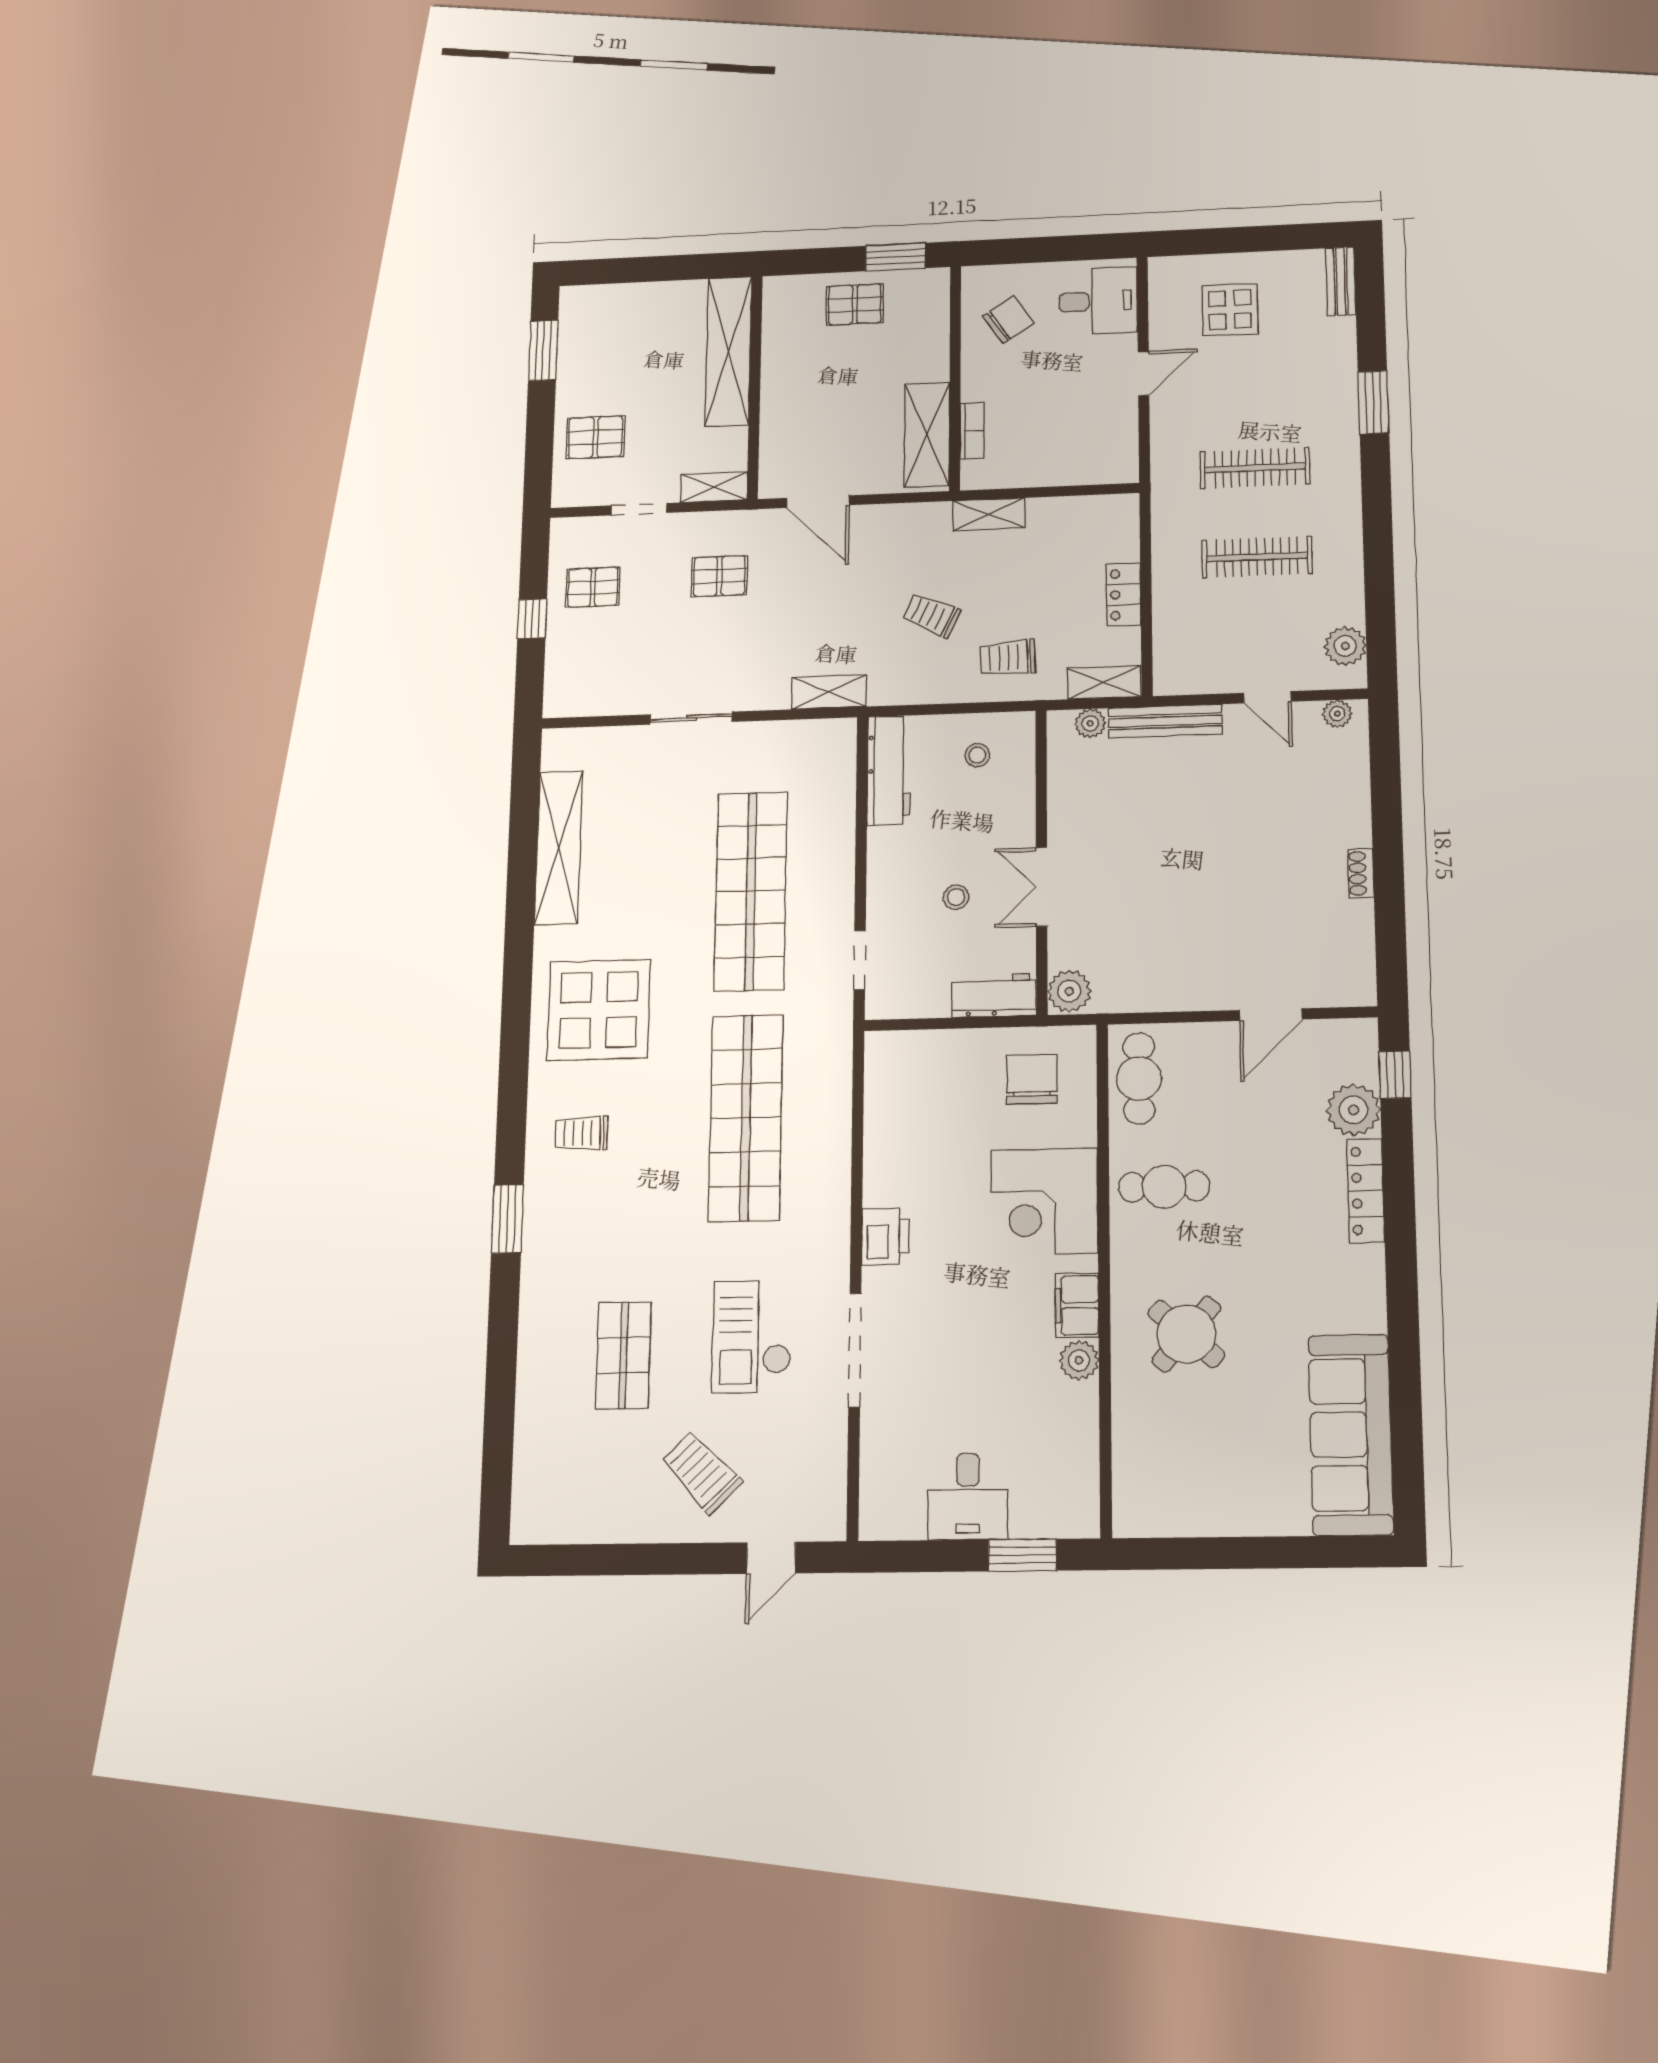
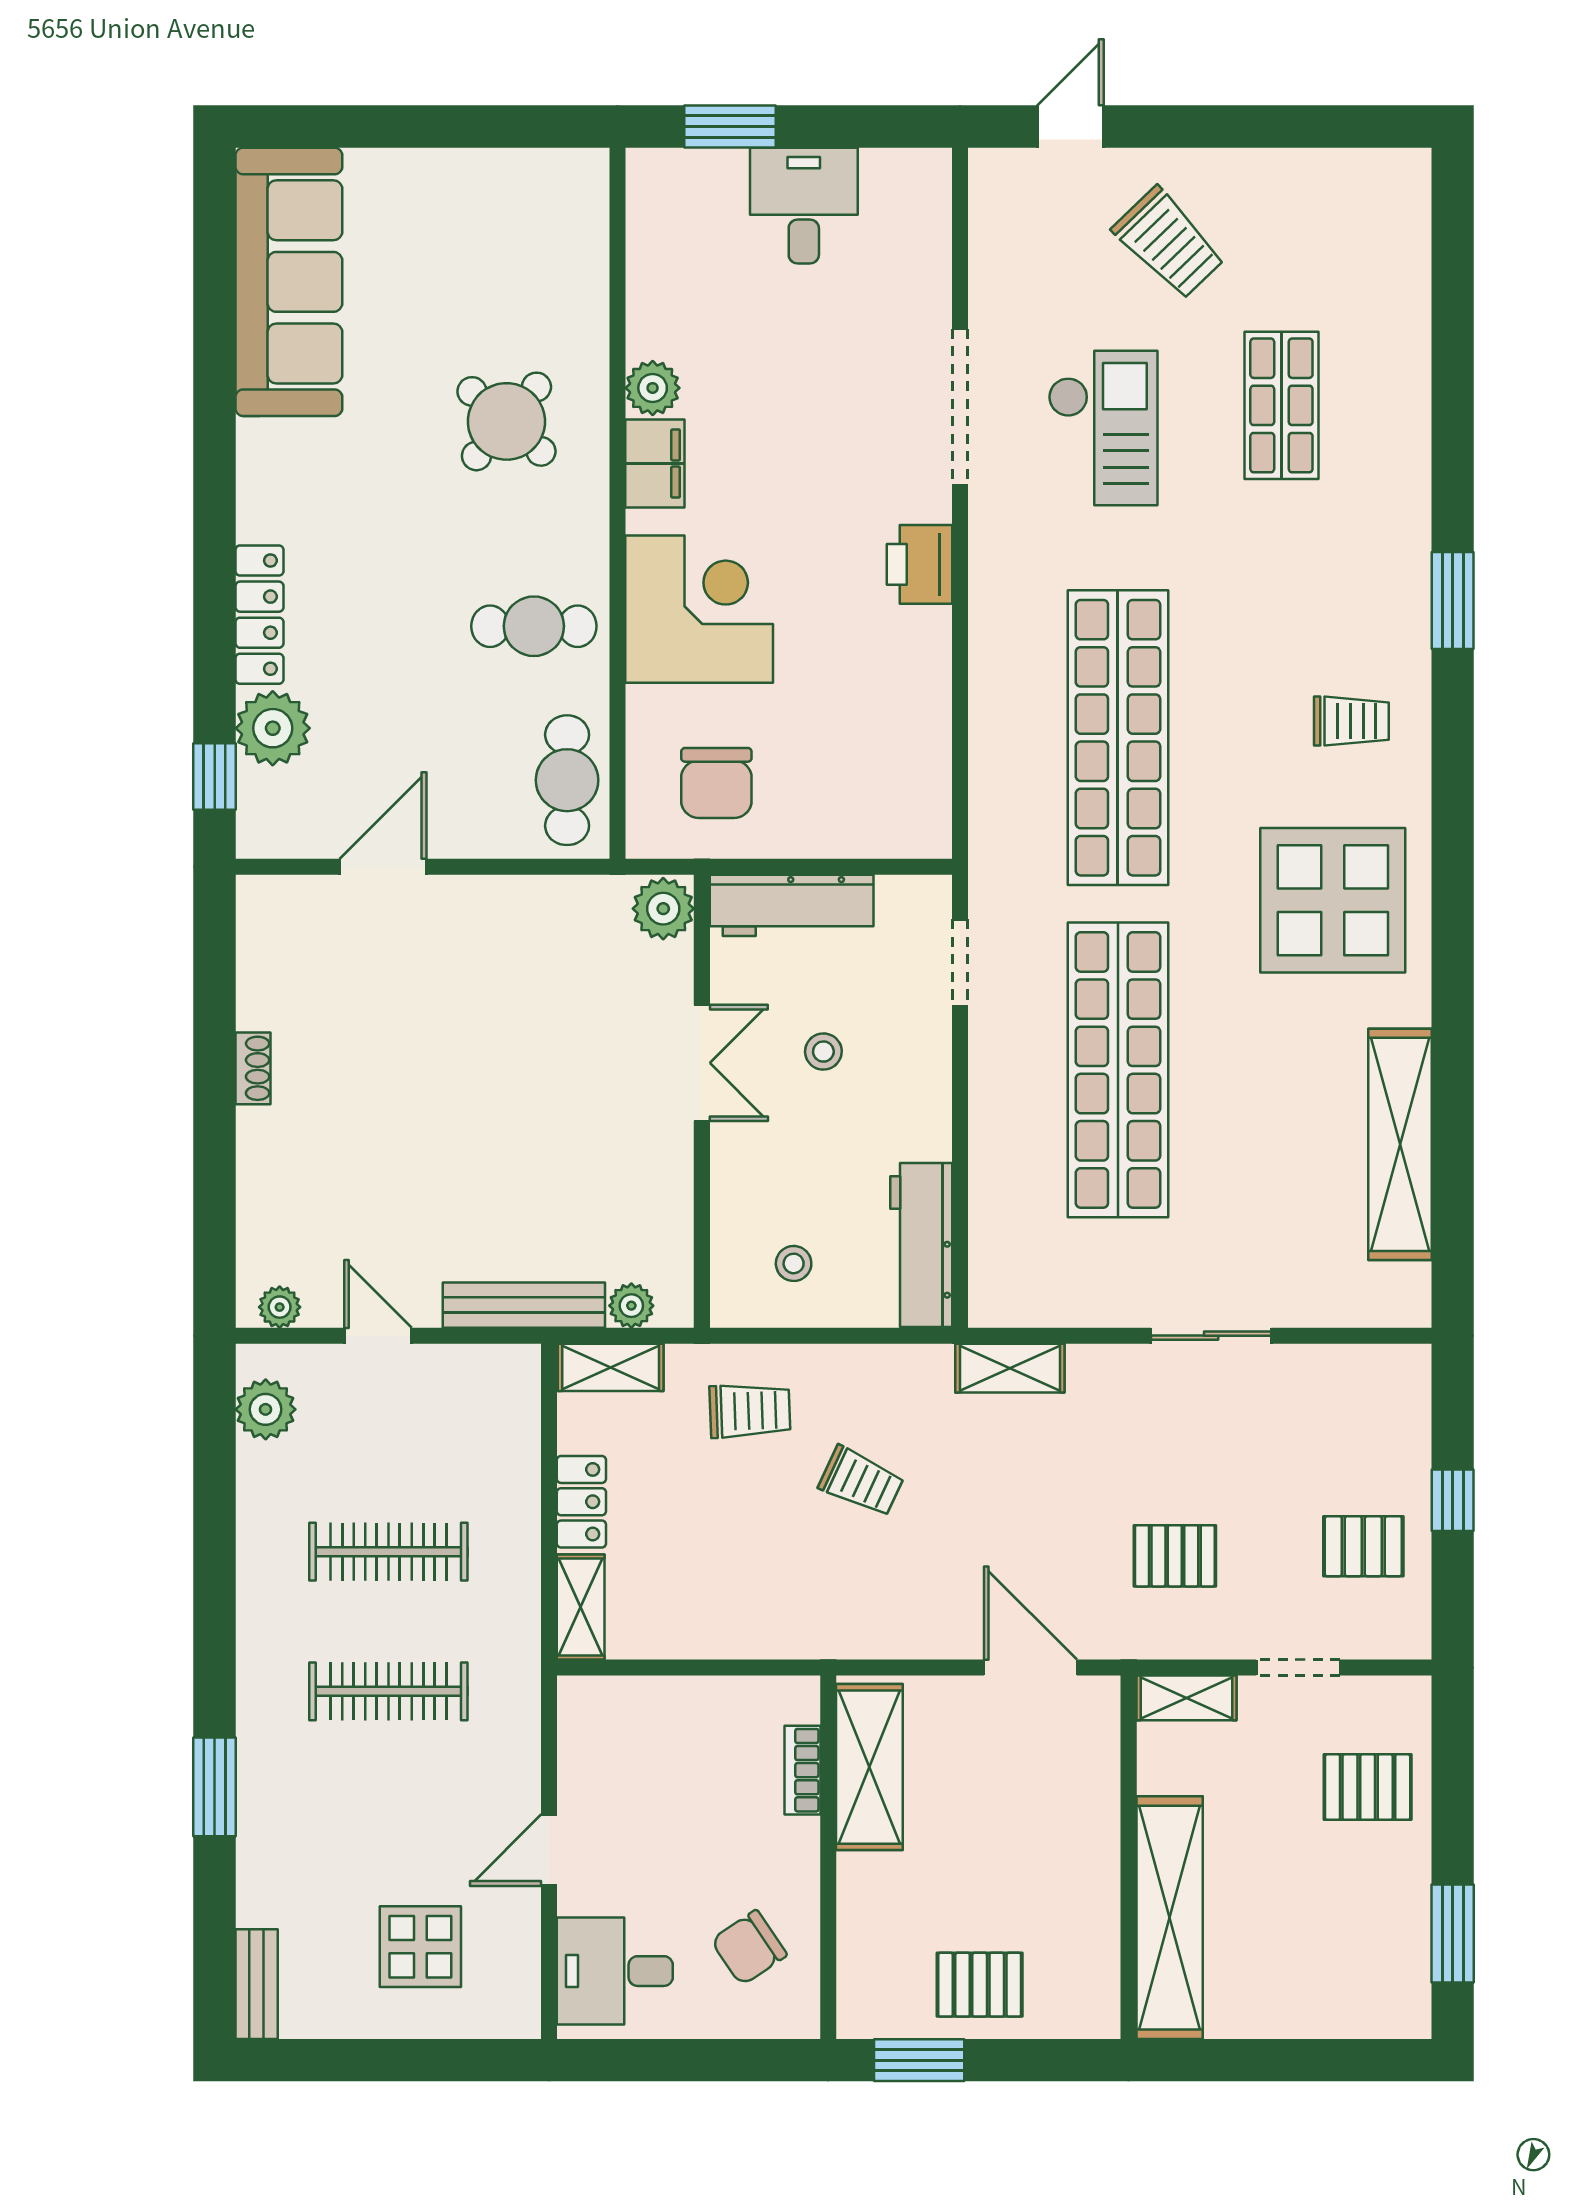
shelving: (989, 514) -> (581, 1607), moved, turned 90
workbench: (994, 995) -> (792, 905), width x1.38

